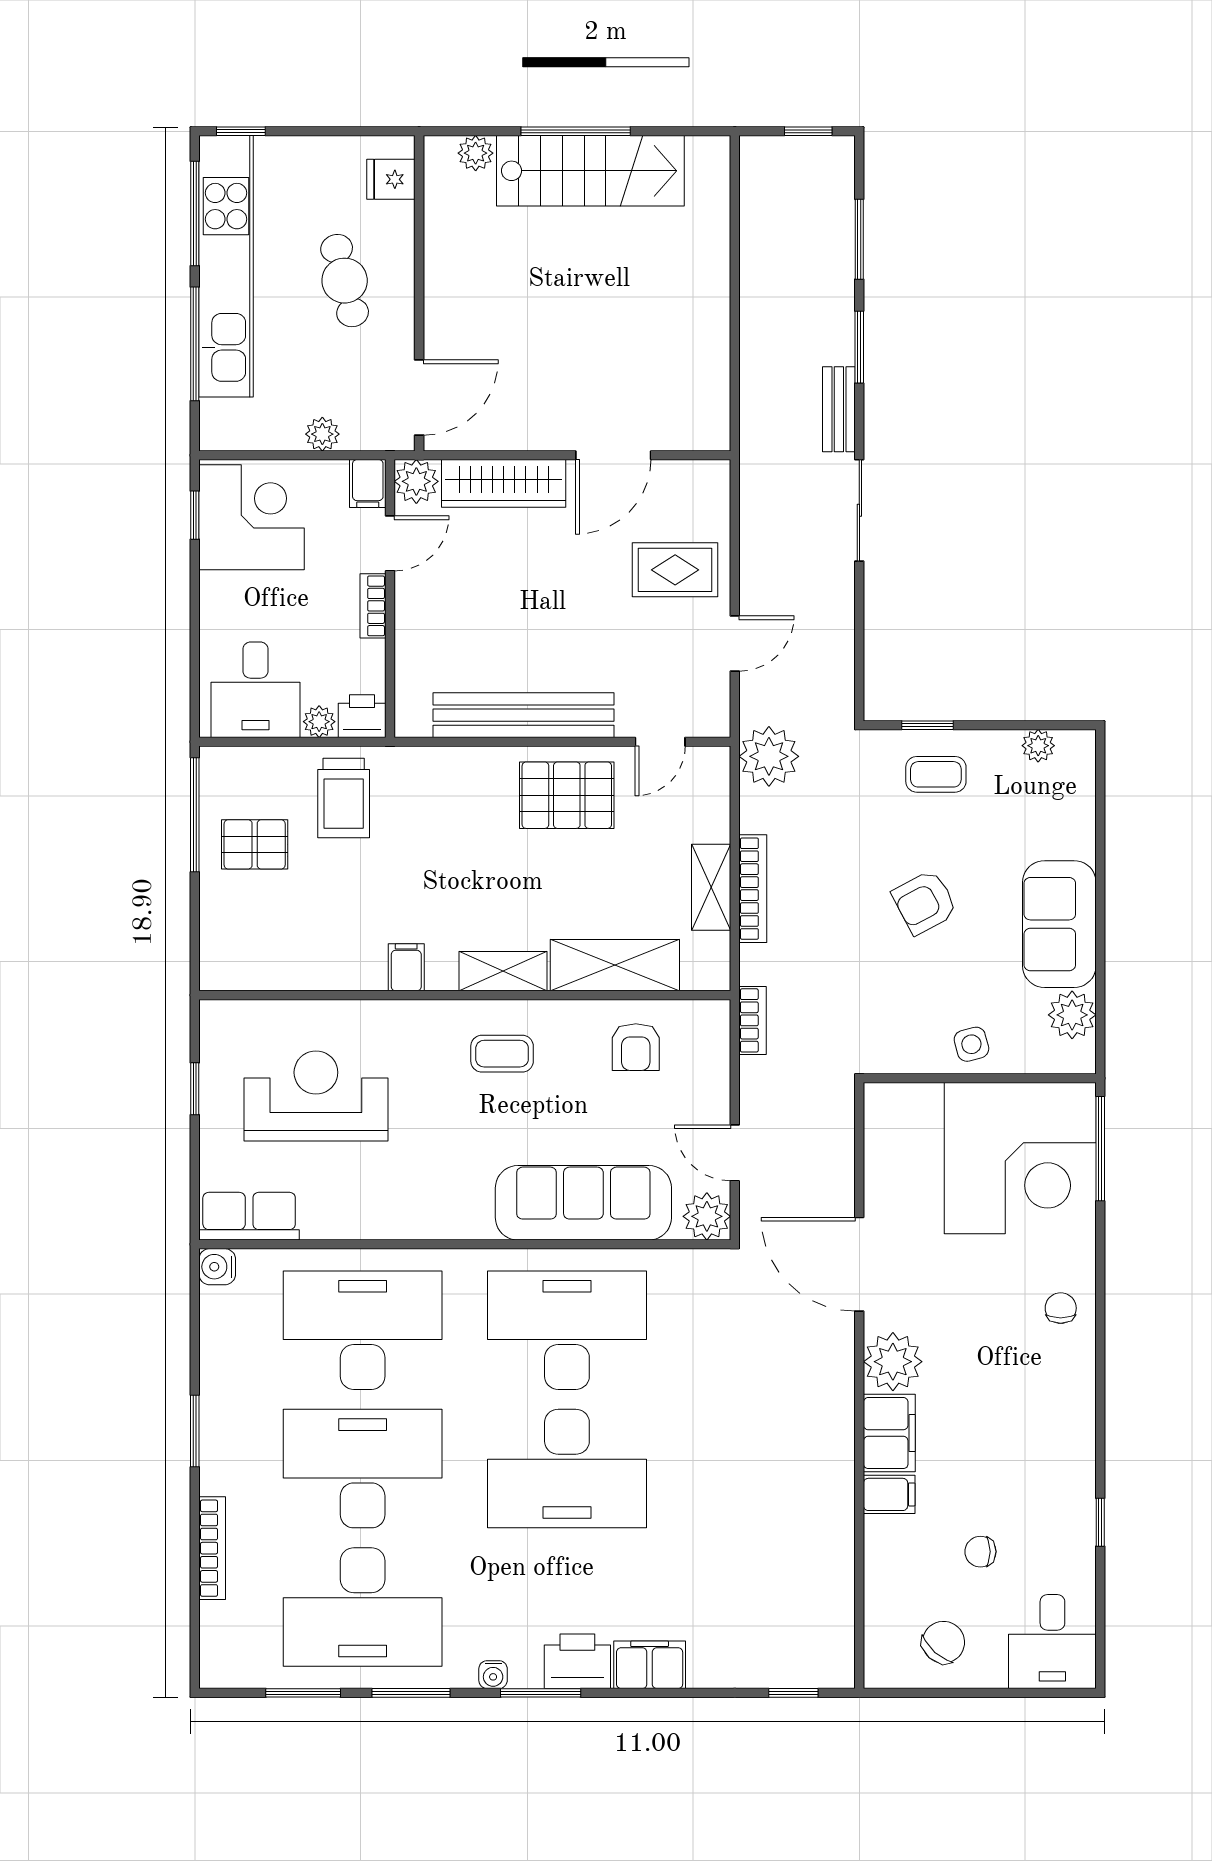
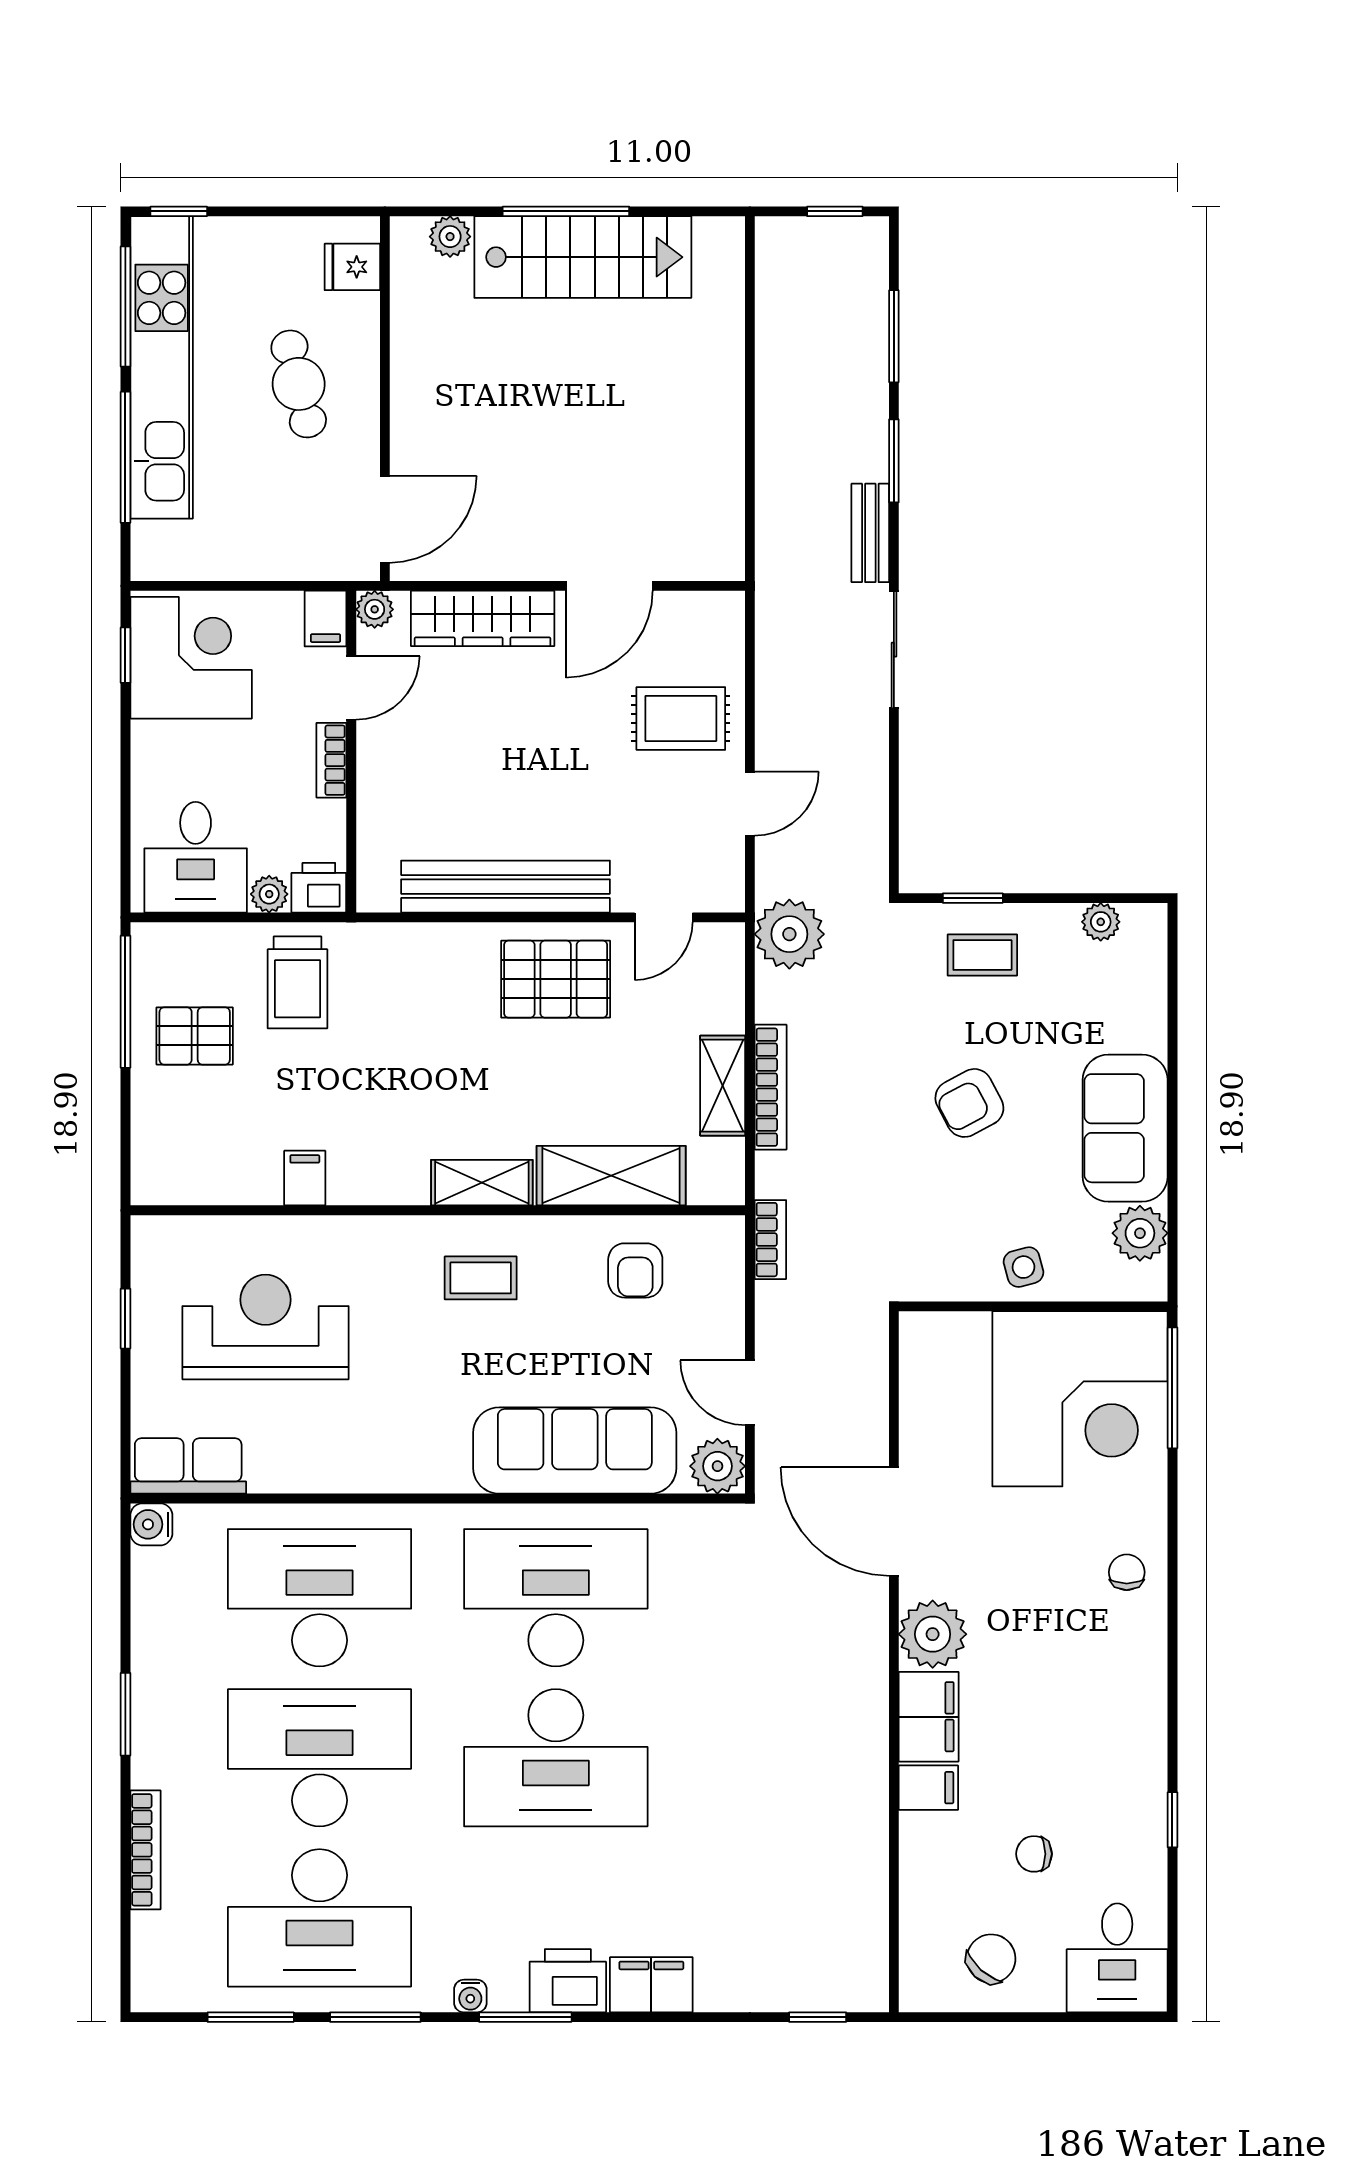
plant: (322, 434) -> (273, 561), removed
plant: (416, 481) -> (375, 609), width x0.73, depth x0.73
filing cabinet: (406, 967) -> (305, 1178), moved

